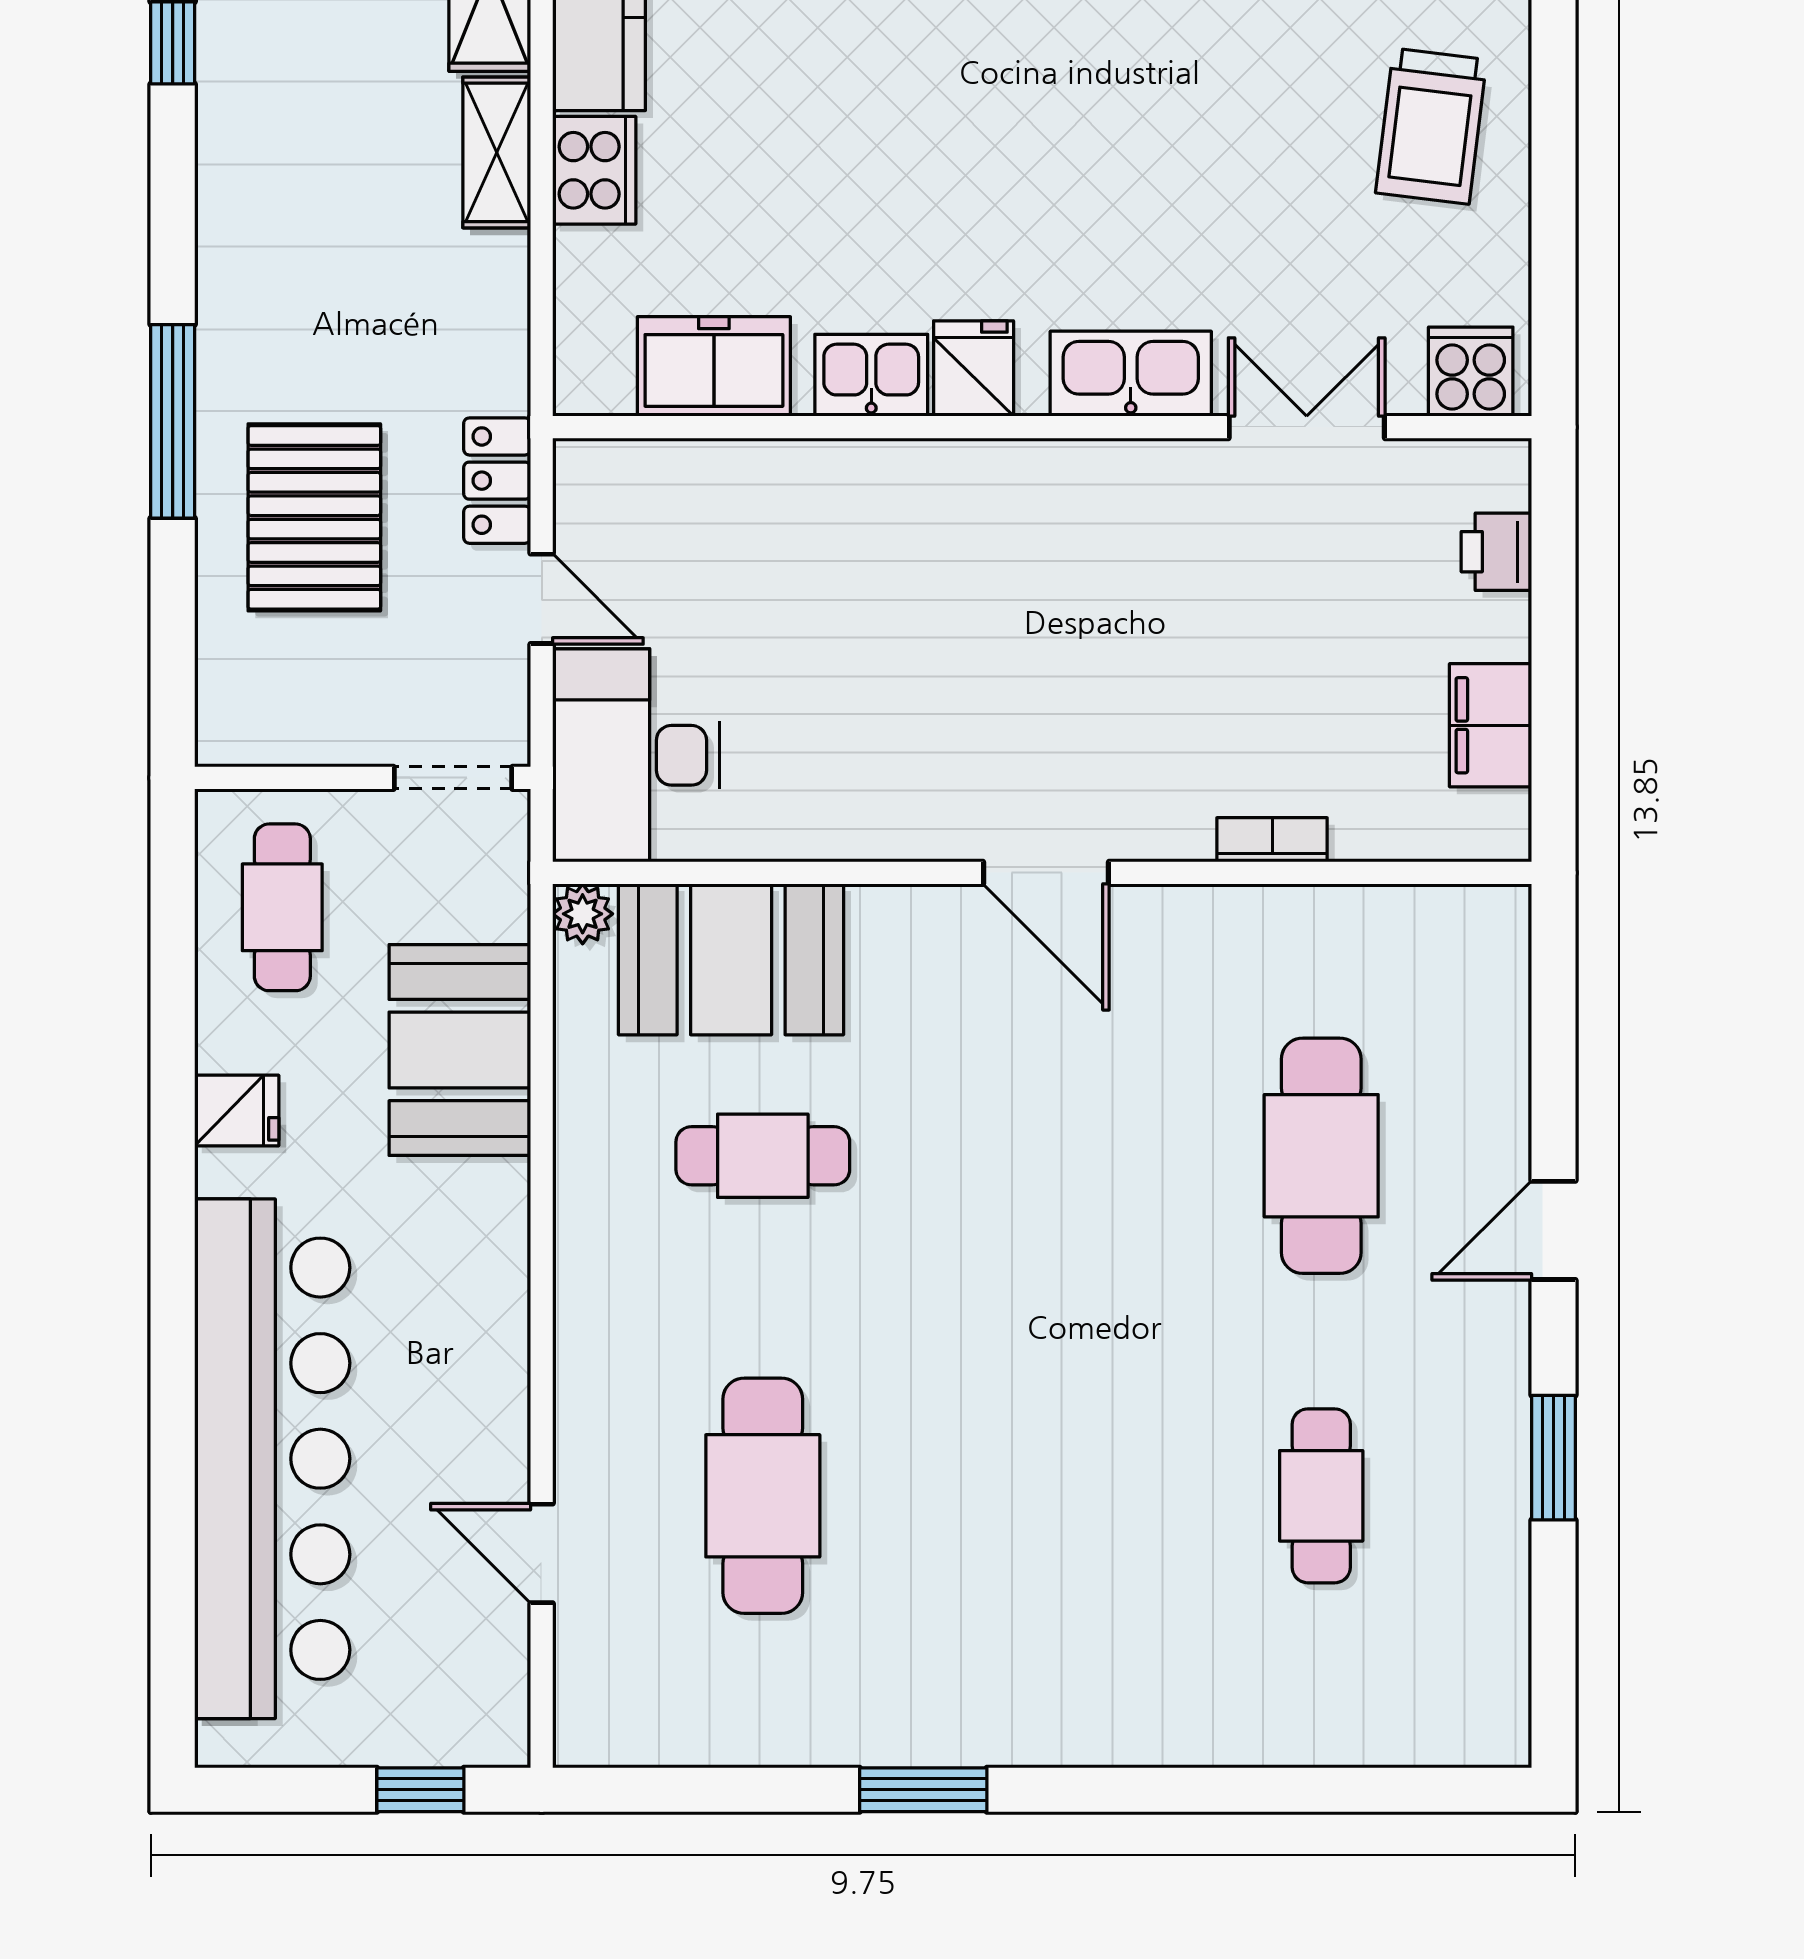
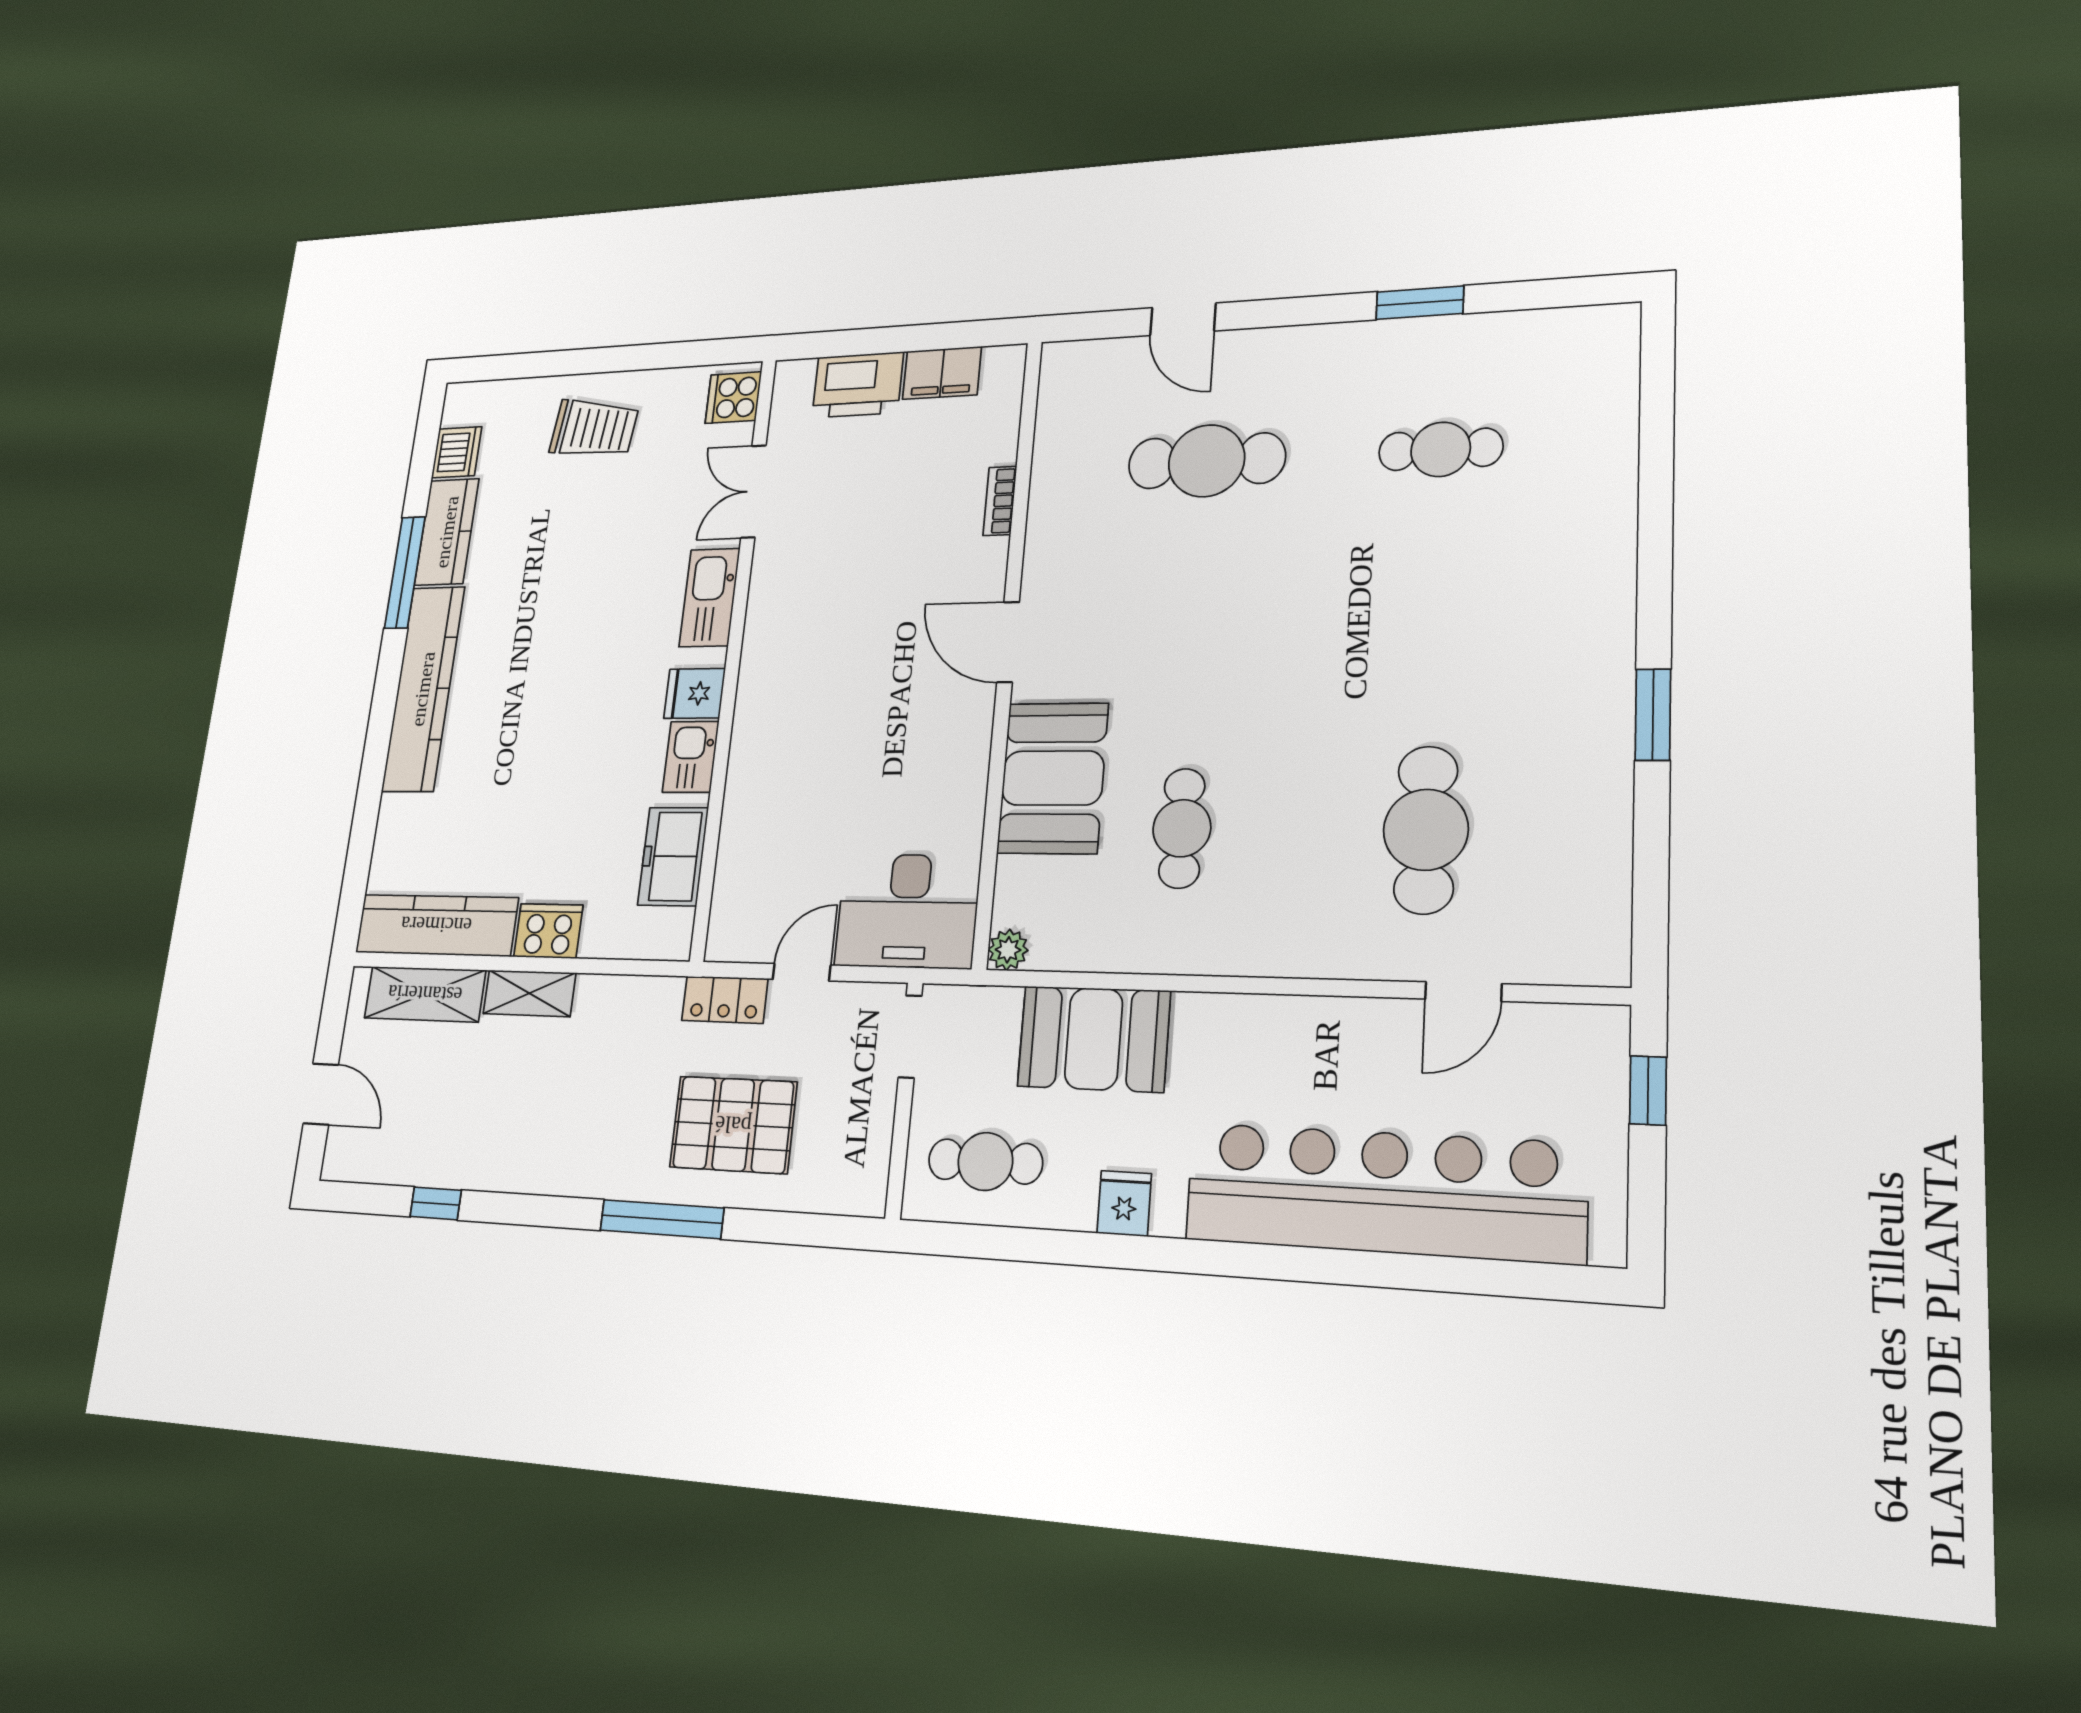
printer: (1496, 552) -> (858, 385), width x1.87, depth x1.48
door: (1046, 873) -> (1008, 642), swing flipped
booth: (731, 959) -> (1053, 778), moved
door: (1553, 1230) -> (1183, 319), moved
cafe table: (763, 1496) -> (1426, 830), turned 90

